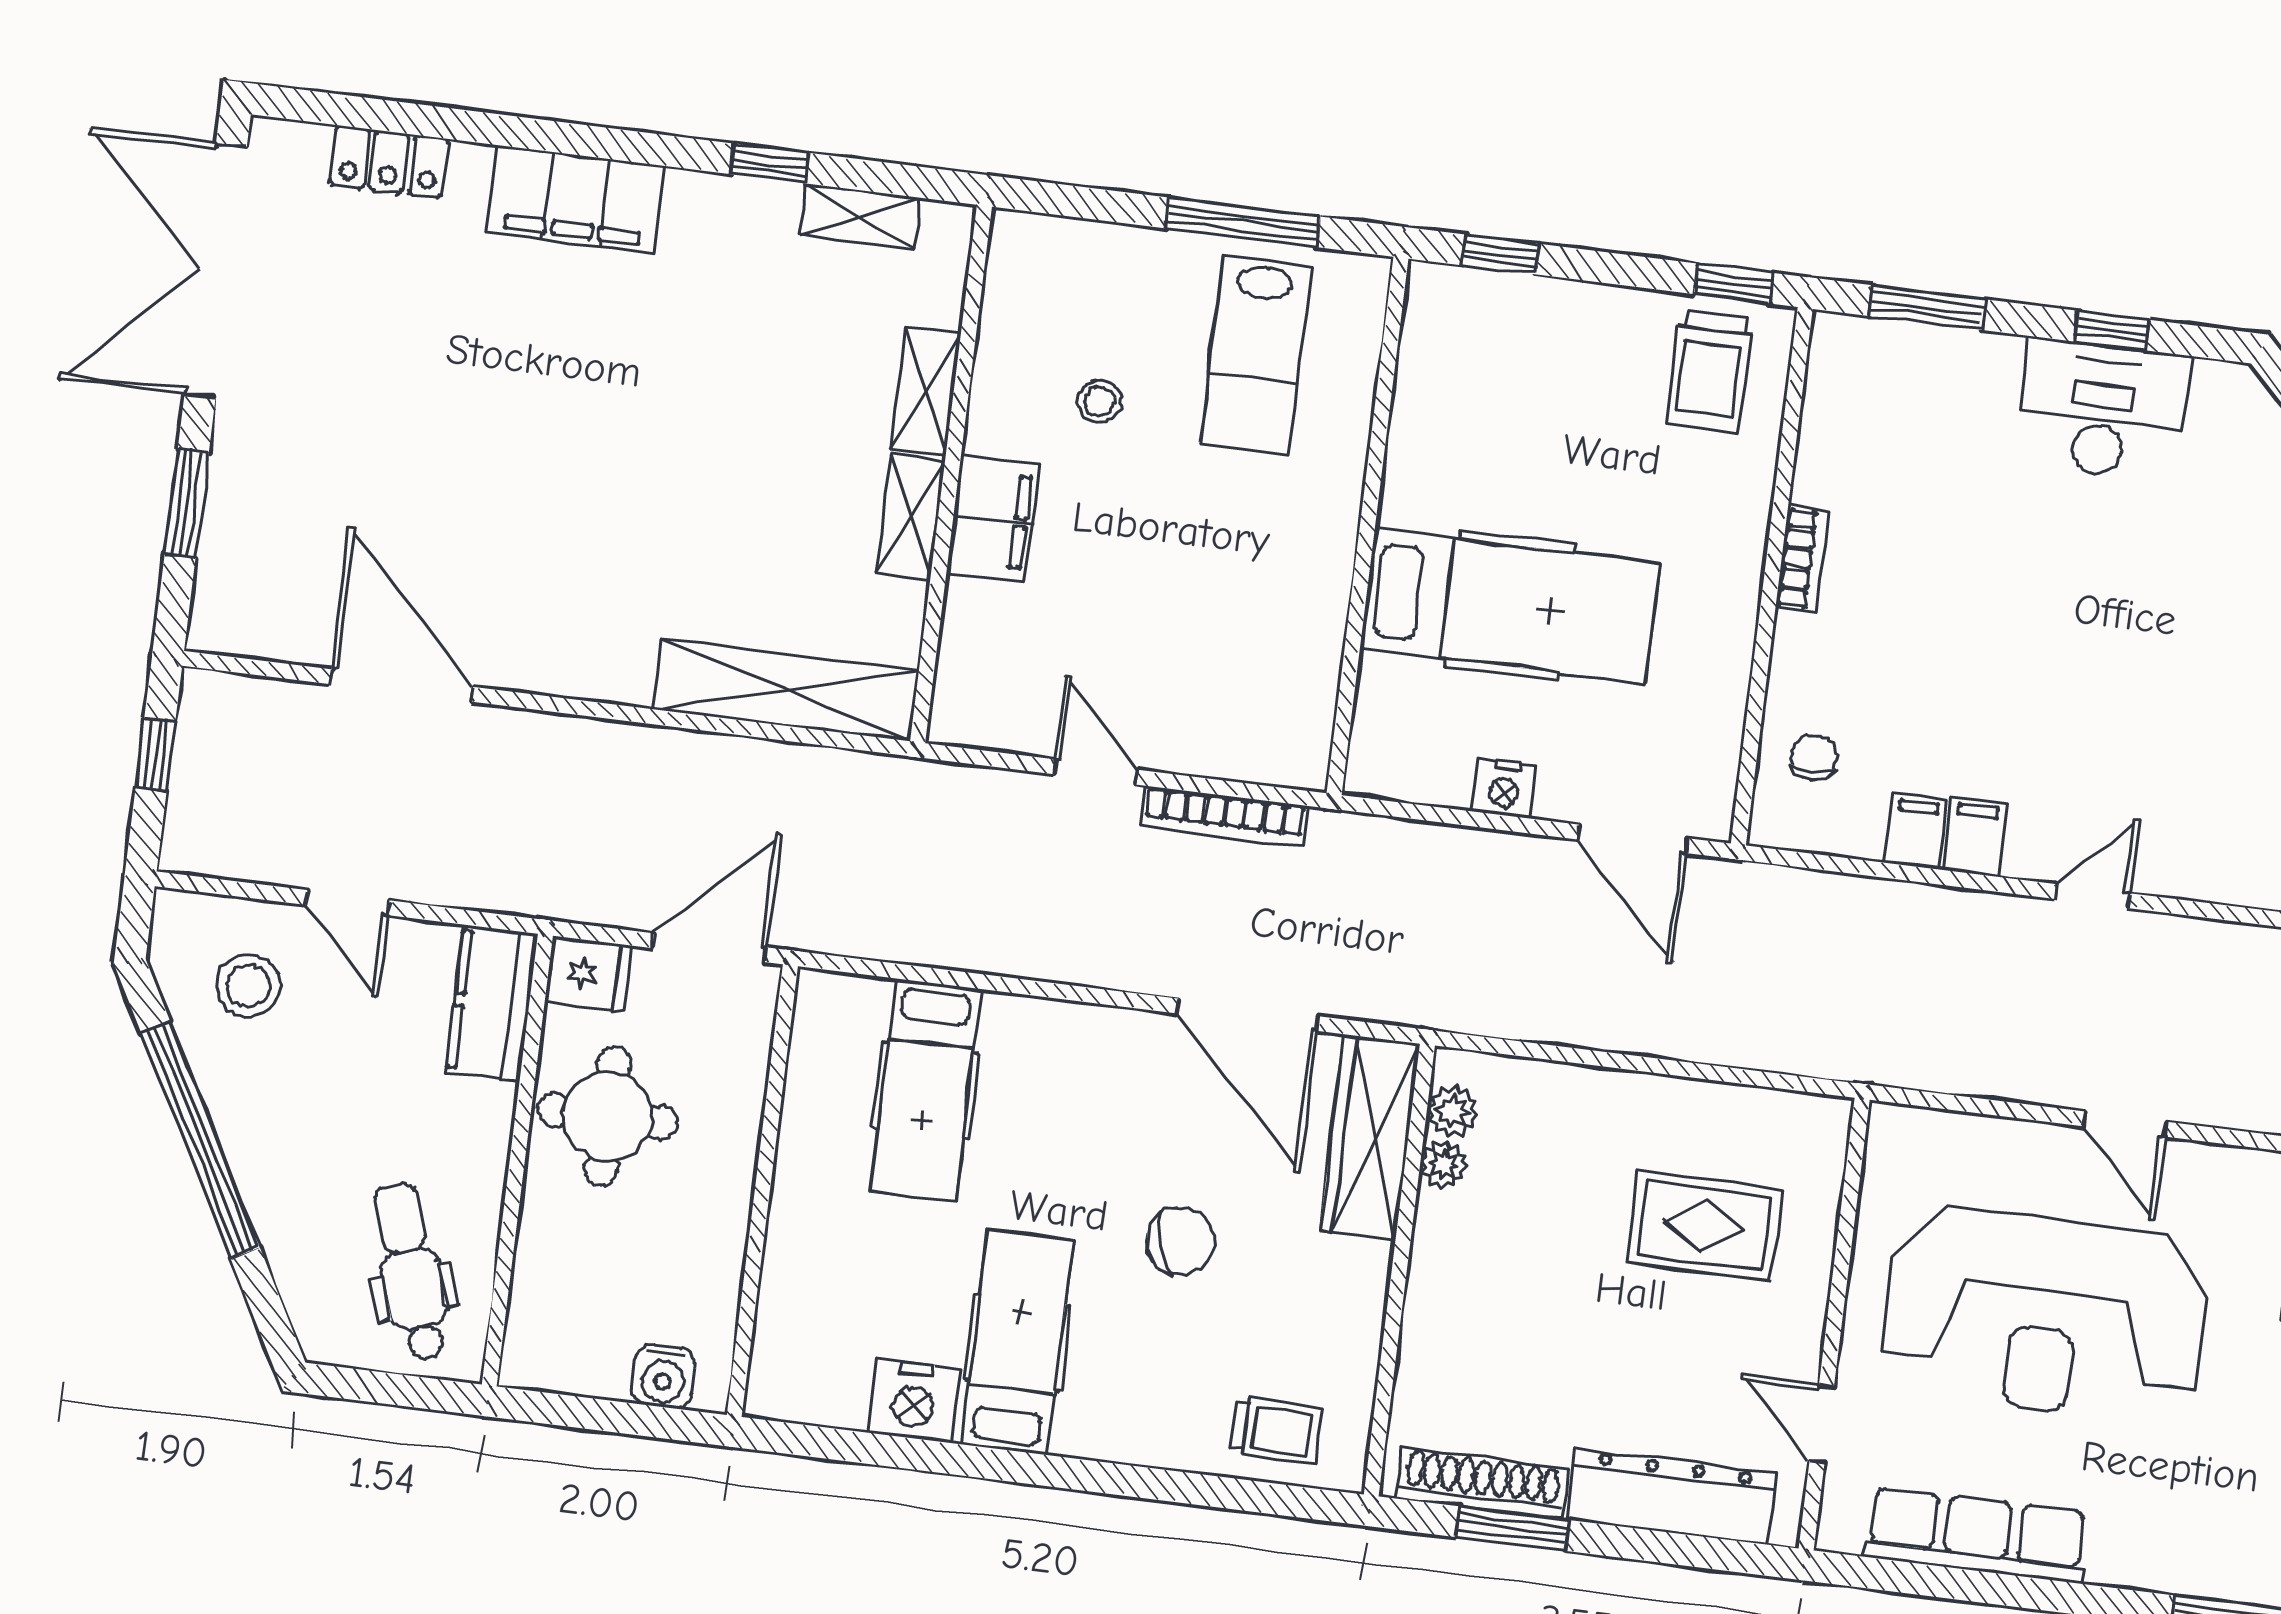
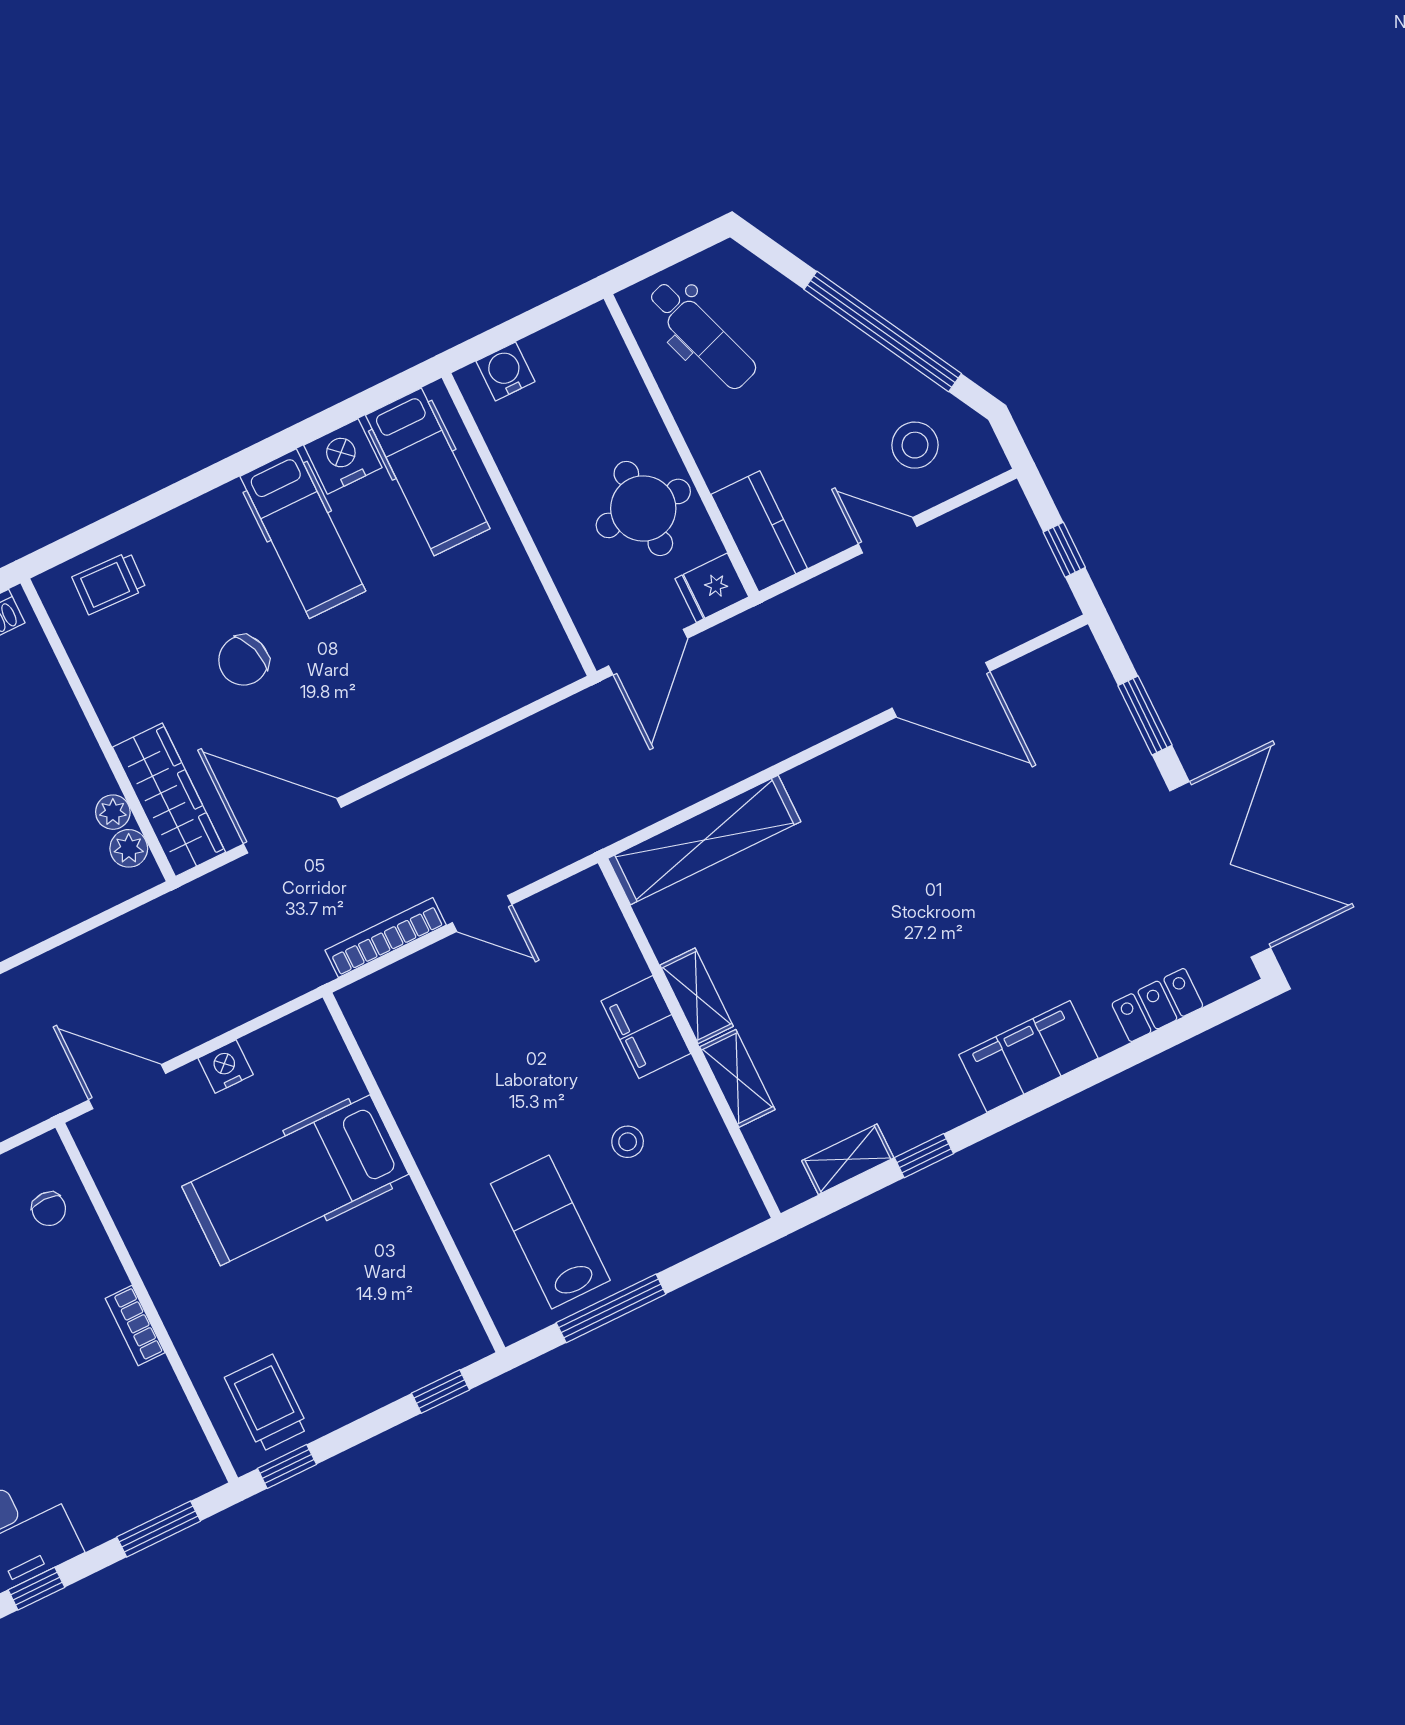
hospital bed: (925, 1090) -> (428, 472), moved, turned 180

